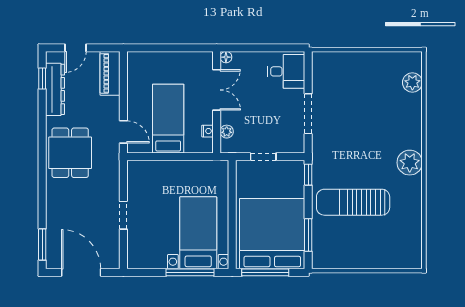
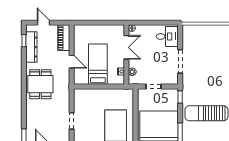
door: (76, 48) -> (44, 23), swing flipped
door: (123, 132) -> (72, 62), moved

